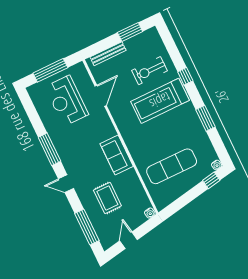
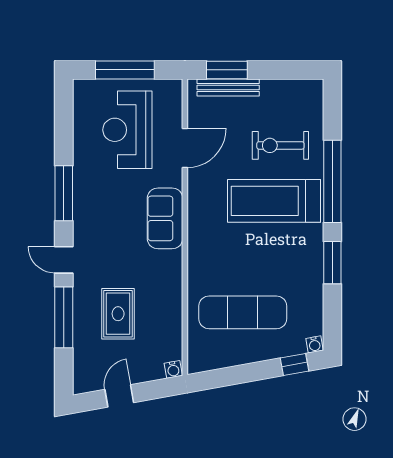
window: (130, 32) -> (227, 70), moved
window: (185, 76) -> (332, 181), width x3.17
sofa: (117, 155) -> (165, 218), moved
window: (87, 227) -> (64, 317), moved

